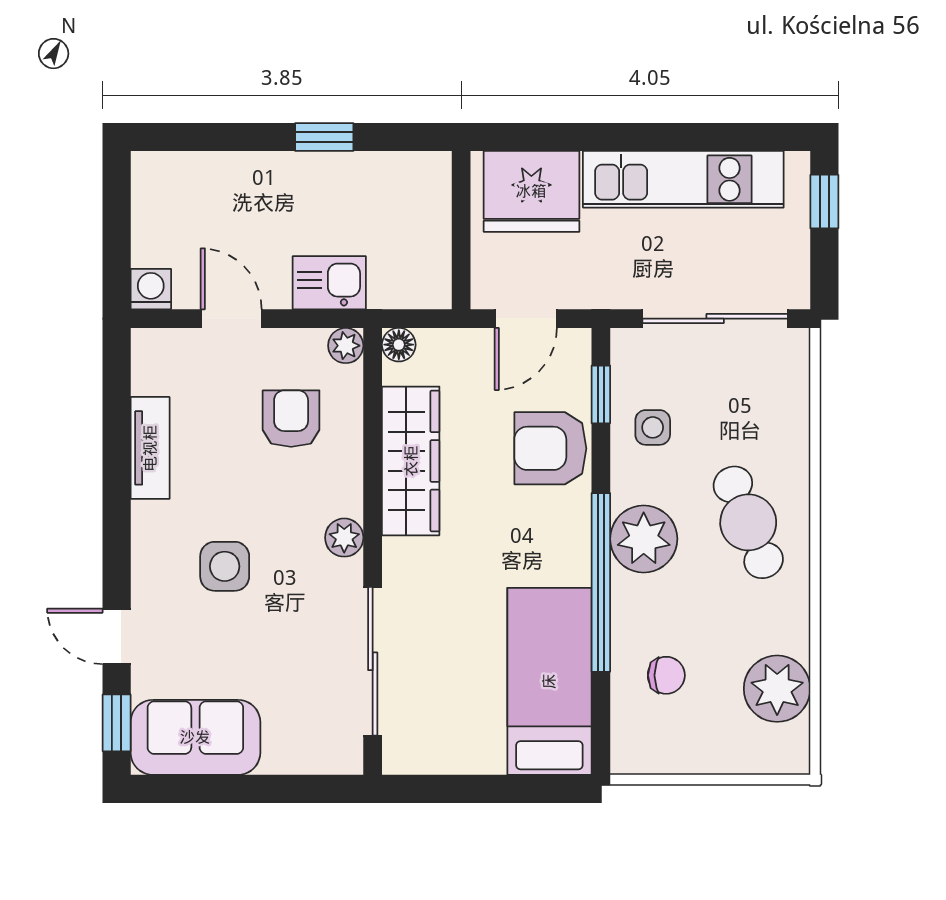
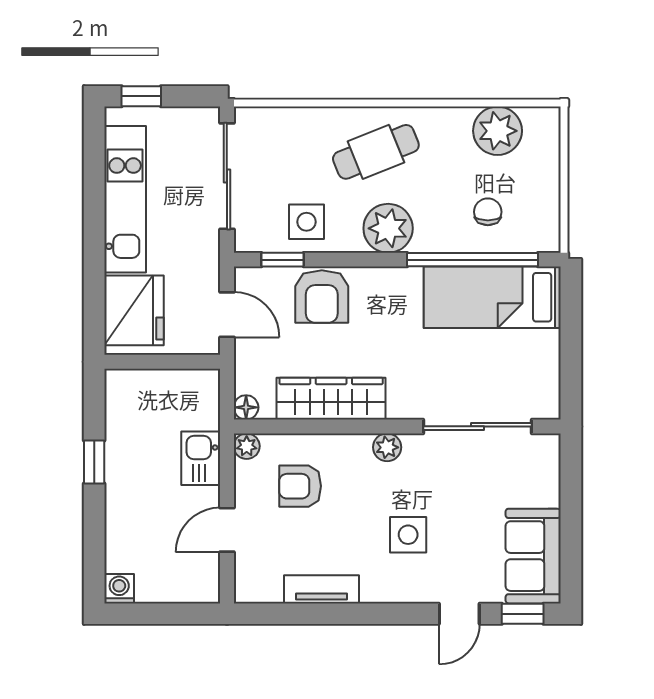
washing machine: (151, 289) -> (119, 589), moved, turned 90
side table: (653, 427) -> (307, 222), width x1.37, depth x1.37
window: (601, 582) -> (473, 260), moved

